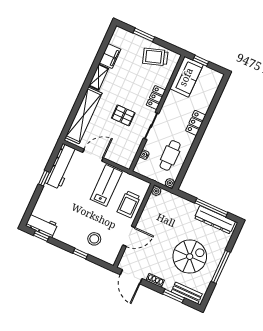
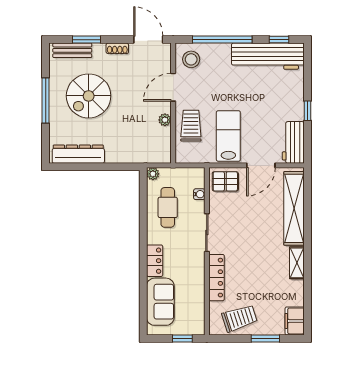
filing cabinet: (110, 56) -> (295, 321), moved
sofa: (186, 77) -> (160, 302), moved, turned 180
locker: (156, 98) -> (217, 278), width x1.53
pallet: (123, 115) -> (225, 181), moved
workbench: (61, 166) -> (293, 142), width x0.73
lab bench: (106, 186) -> (228, 136), turned 180
plant: (156, 191) -> (165, 120), moved
window: (211, 208) -> (89, 167), removed
workbench: (42, 225) -> (268, 56), width x1.87, depth x1.32
stool: (94, 239) -> (191, 59), moved
window: (80, 254) -> (222, 40), width x3.17

